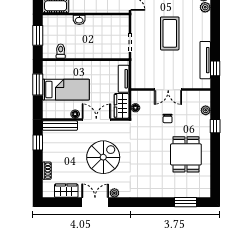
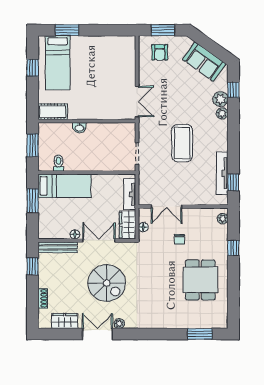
bed: (66, 90) -> (64, 186), moved
double door: (168, 90) -> (167, 207), moved
plant: (206, 110) -> (223, 219), moved
spiral stairs: (103, 157) -> (107, 283), turned 90

